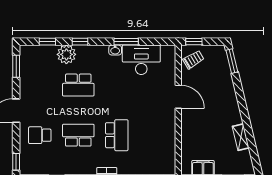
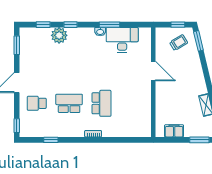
window: (194, 42) -> (178, 25), moved
trolley: (193, 60) -> (179, 43), moved
school desk: (78, 85) -> (69, 61), removed

